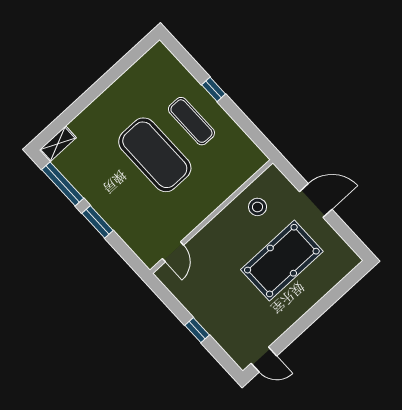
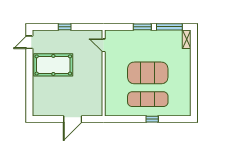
exercise mat: (191, 121) -> (148, 99), width x1.36, depth x1.45
stool: (258, 207) -> (91, 94), removed
pool table: (282, 261) -> (53, 65), moved, turned 90

